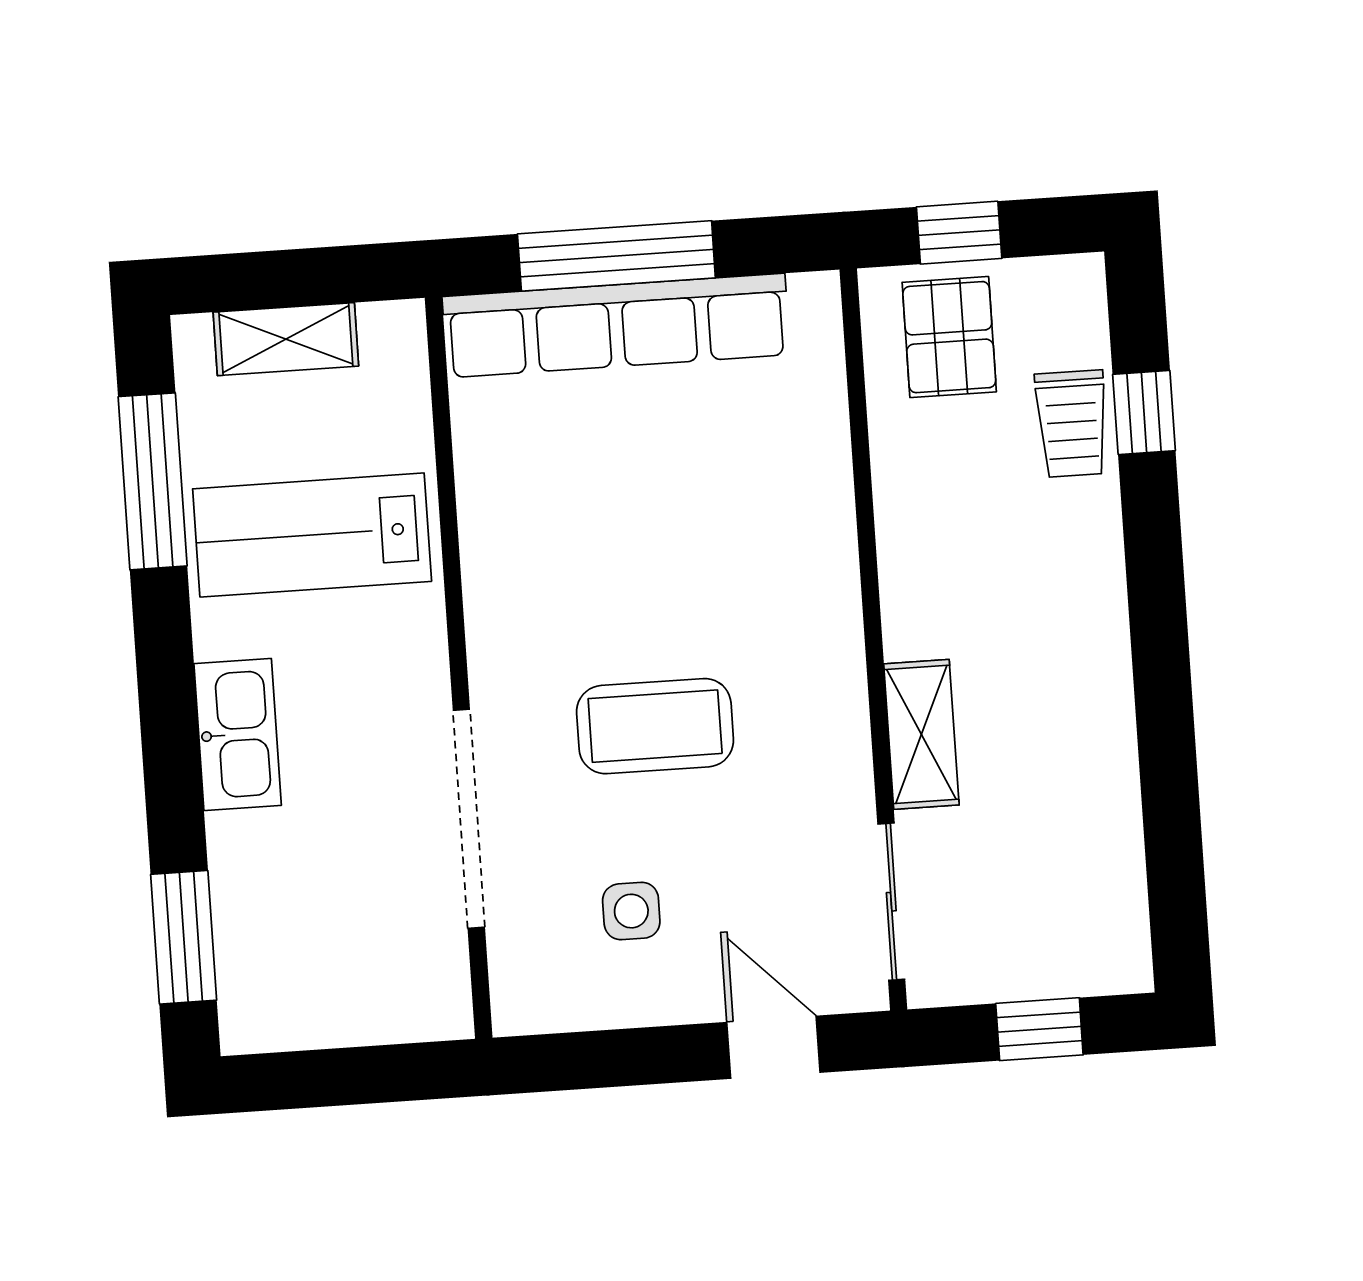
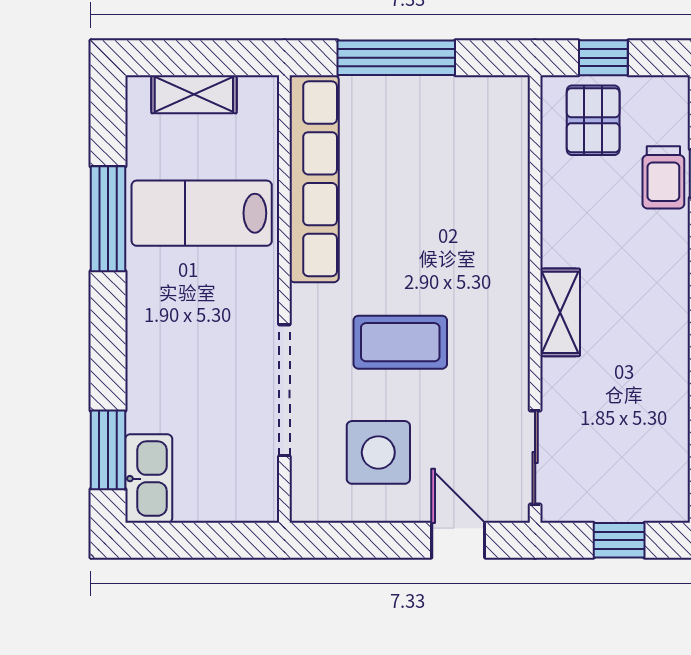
row of seats: (616, 326) -> (314, 179), moved, turned -90
window: (153, 481) -> (108, 219), moved
kitchen sink: (238, 734) -> (149, 479), moved
shelving: (921, 734) -> (560, 312), moved
side table: (631, 911) -> (378, 452), width x1.87, depth x1.87

